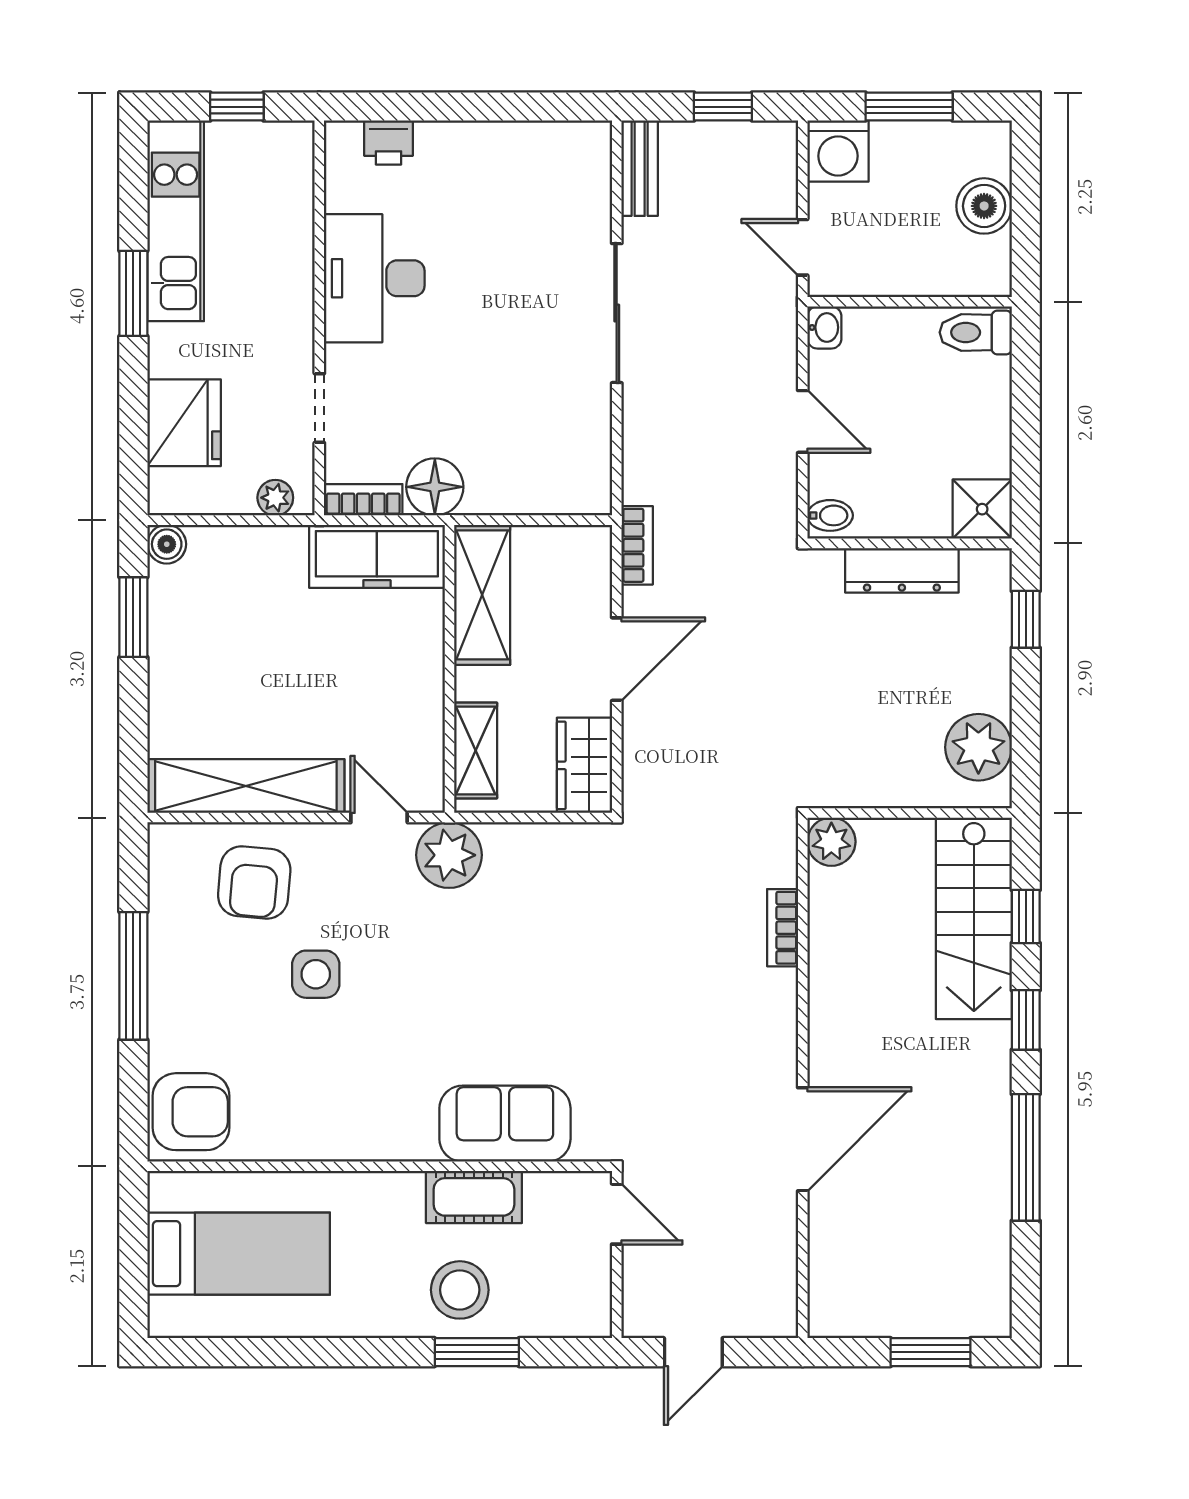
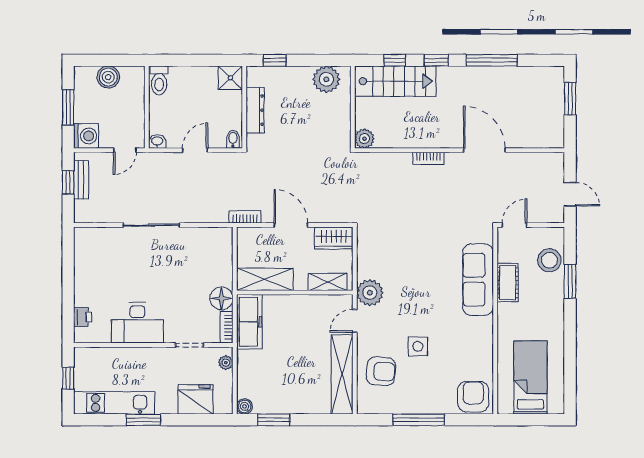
bench: (640, 168) -> (81, 180), moved, turned 90
bookcase: (783, 928) -> (428, 158), moved
sofa: (505, 1124) -> (478, 280), width x1.36
stool: (460, 1290) -> (549, 260), moved

